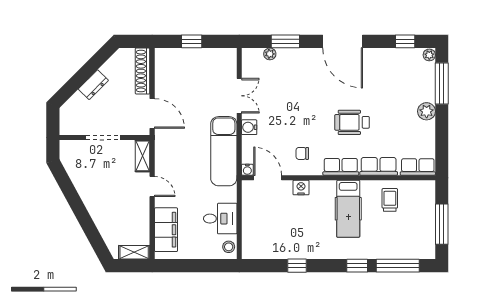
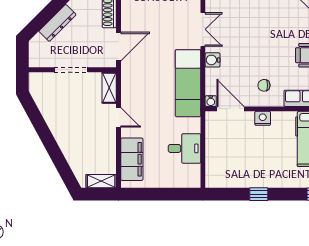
dresser: (93, 85) -> (57, 23), width x1.44
door: (152, 113) -> (119, 47), hinge flipped
stool: (229, 247) -> (193, 176), removed

